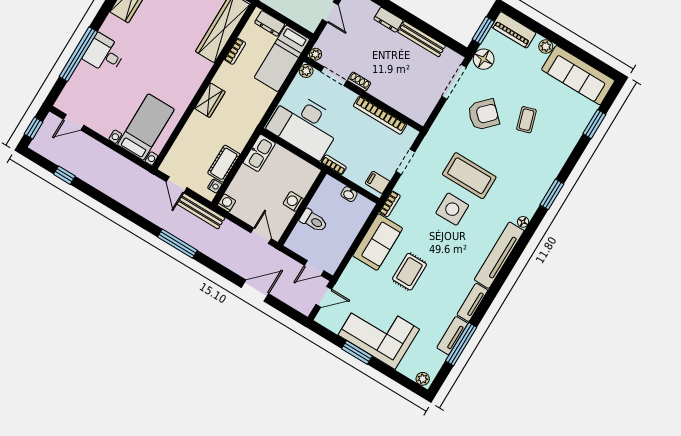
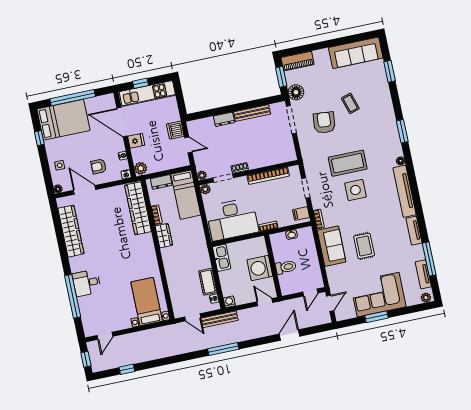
plant: (546, 46) -> (323, 54), removed
wardrobe: (210, 100) -> (164, 236), moved
armchair: (483, 115) -> (324, 123), turned -39
washing machine: (293, 201) -> (260, 268), width x1.89, depth x1.89
tv unit: (452, 336) -> (423, 274), moved

